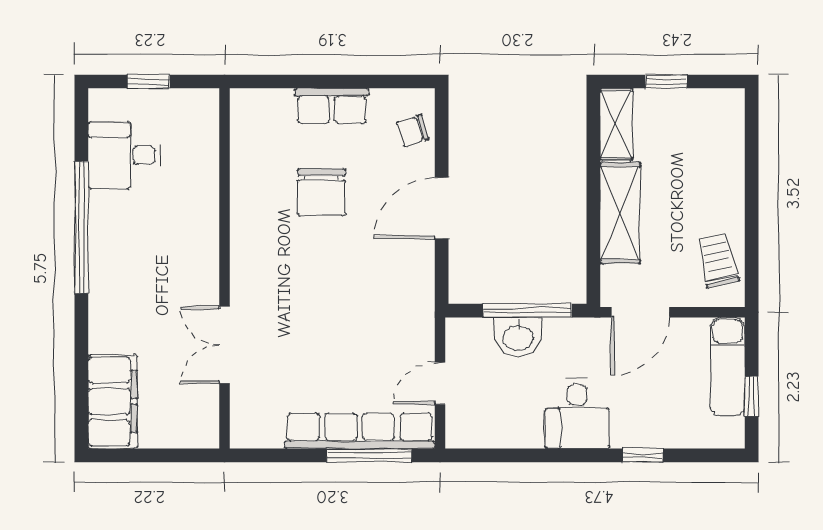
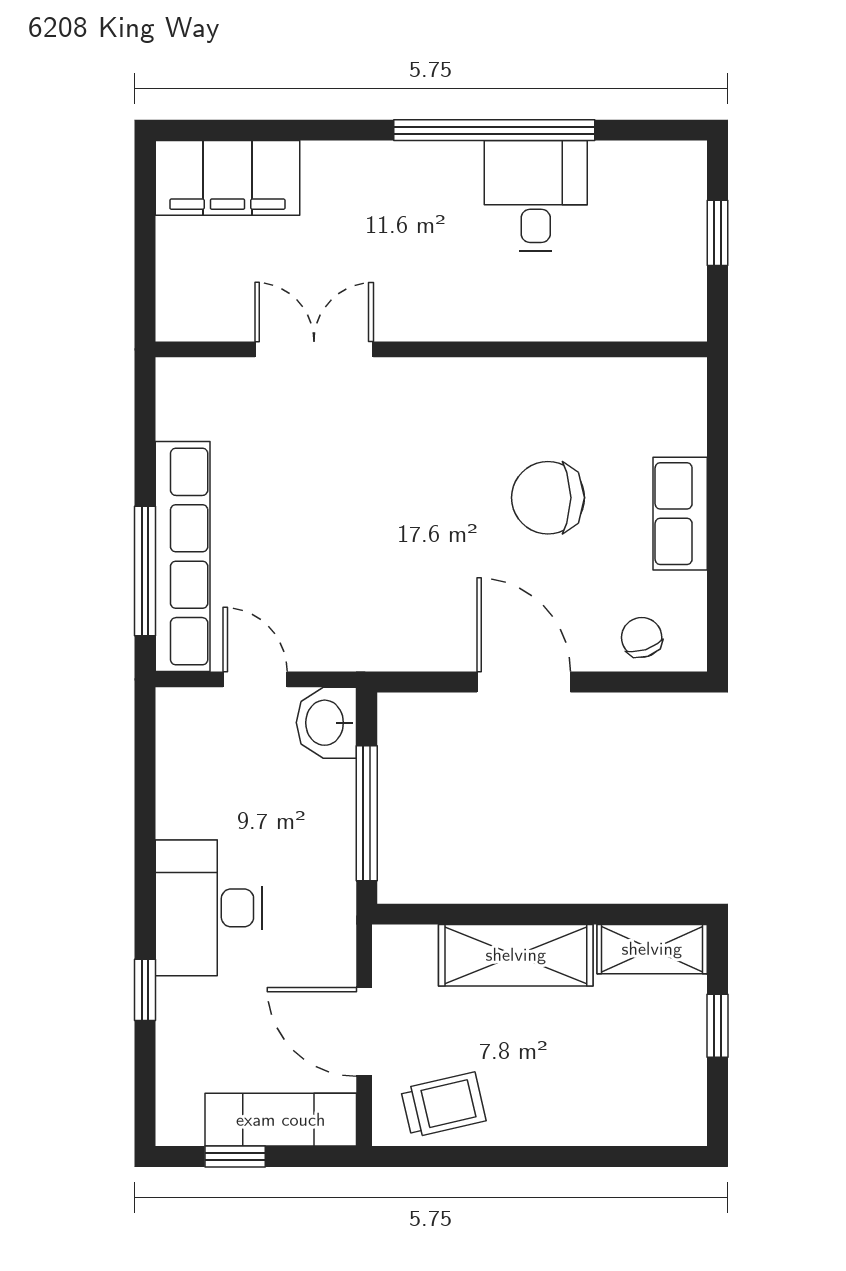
desk: (124, 155) -> (536, 196), moved
door: (640, 312) -> (364, 1032), moved
washbasin: (518, 337) -> (326, 723), moved
desk: (577, 414) -> (209, 908), width x1.37

